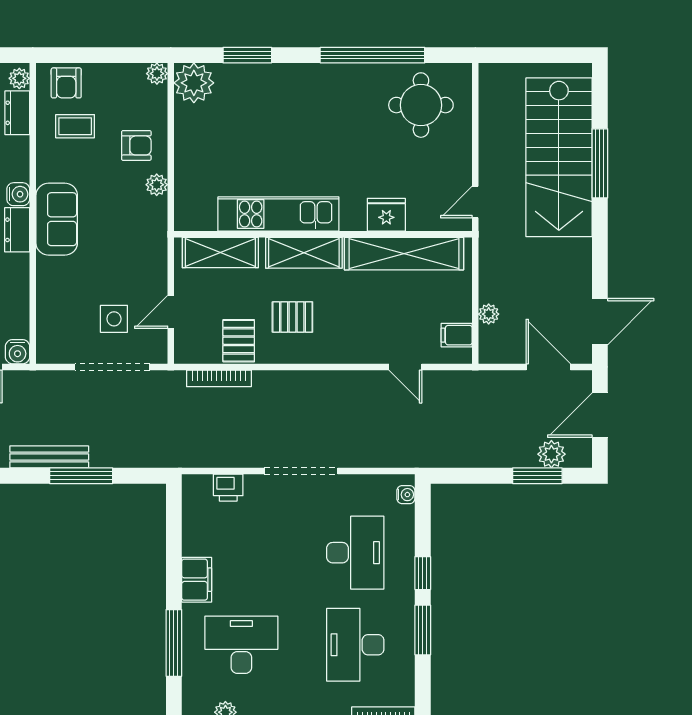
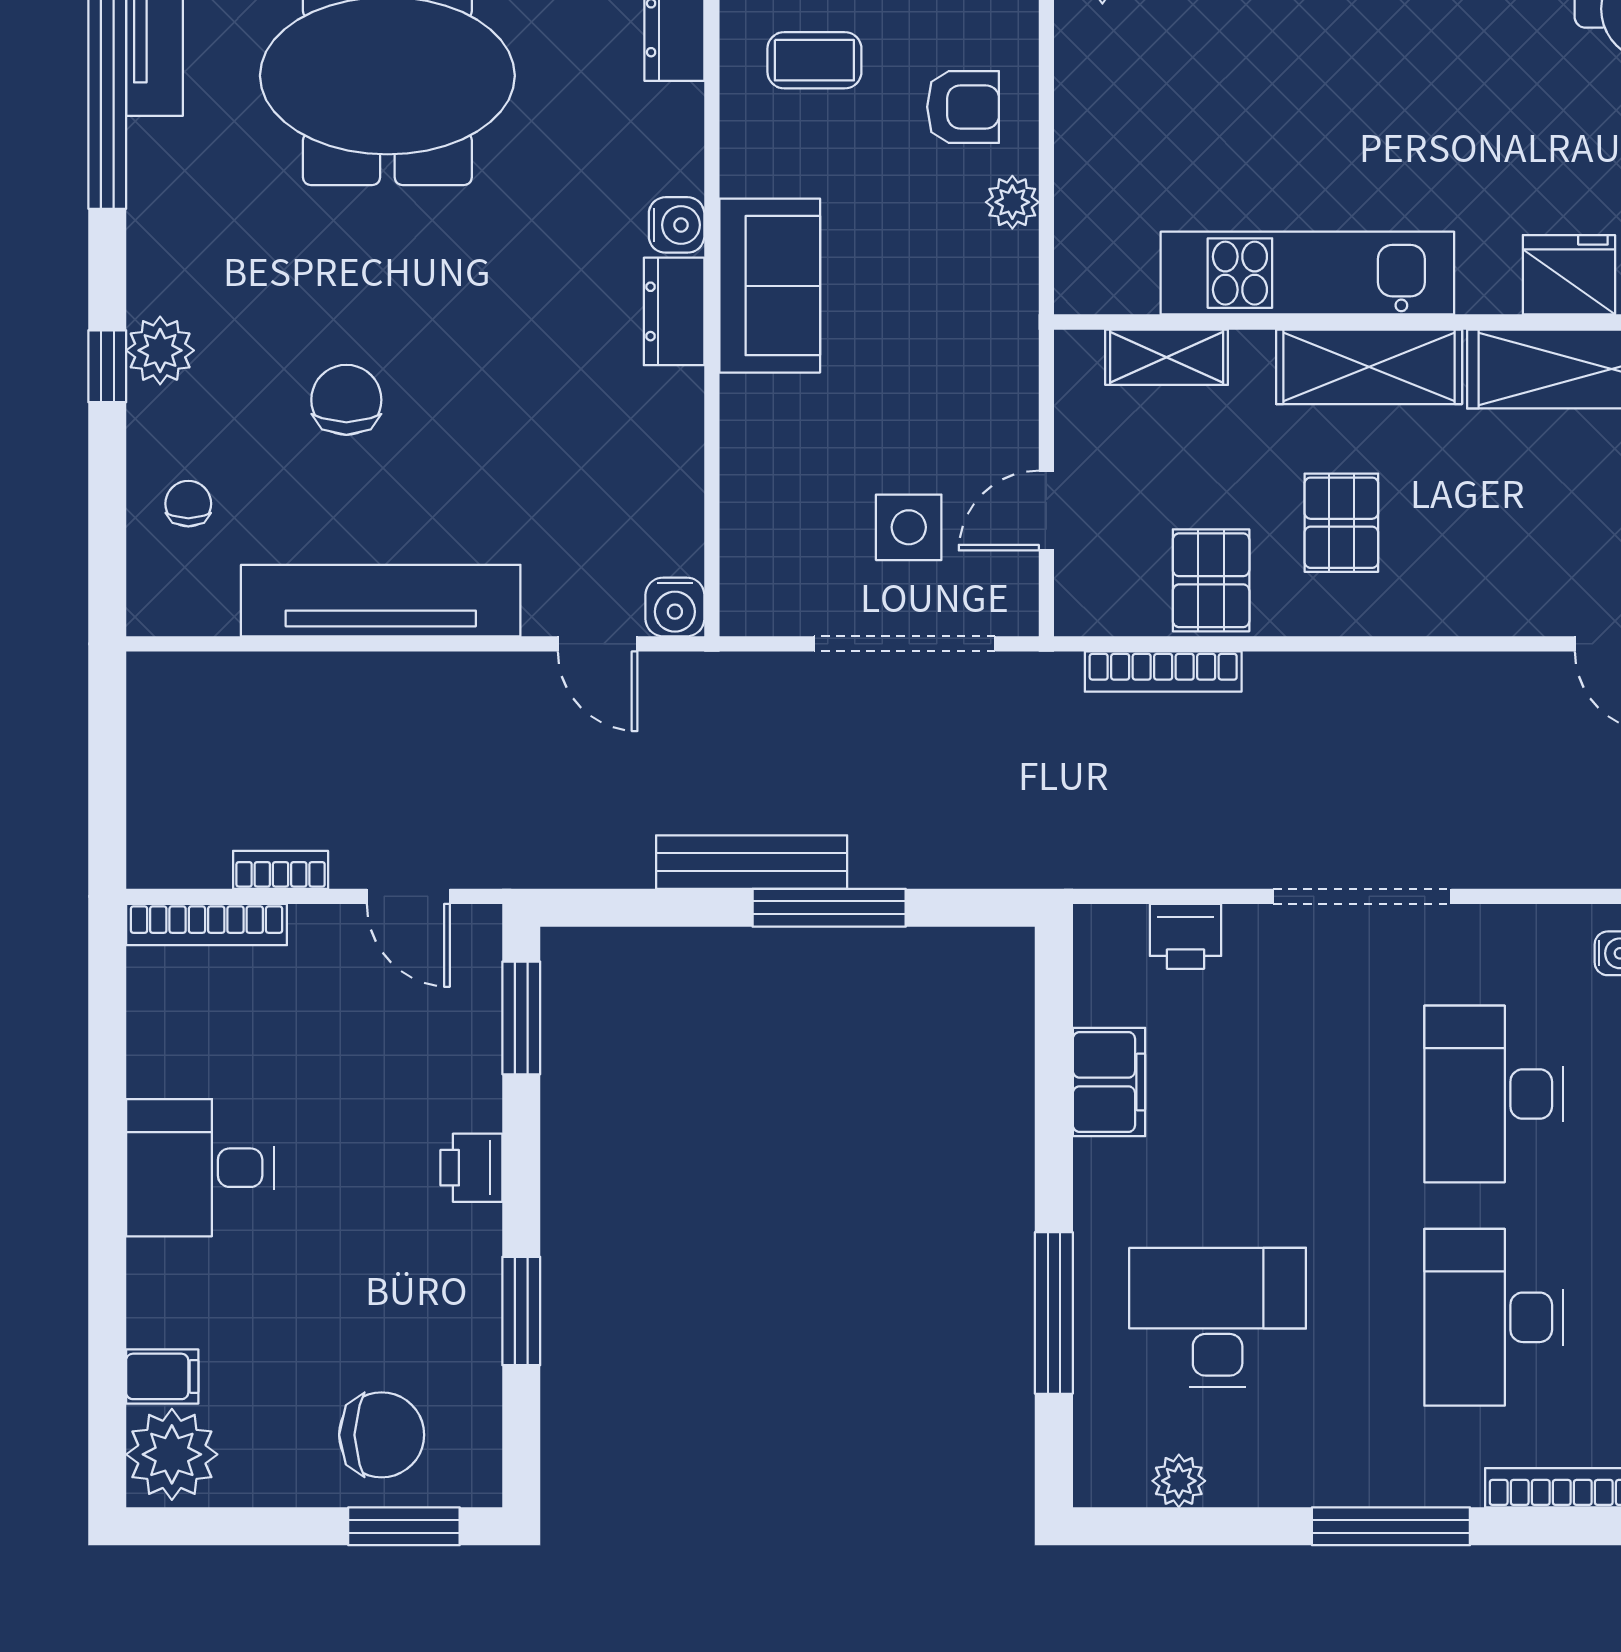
shelving: (220, 253) -> (1167, 357), width x0.67, depth x0.75
pallet: (292, 317) -> (1341, 523), turned 90
desk: (355, 553) -> (1494, 1094), turned 180
filing cabinet: (197, 580) -> (1109, 1082), moved

